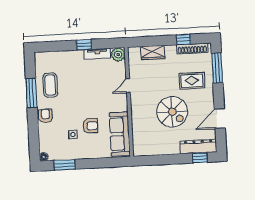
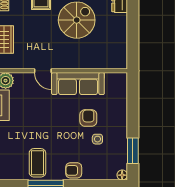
coffee table: (50, 85) -> (37, 163), turned 90
sofa: (120, 134) -> (78, 84), moved

